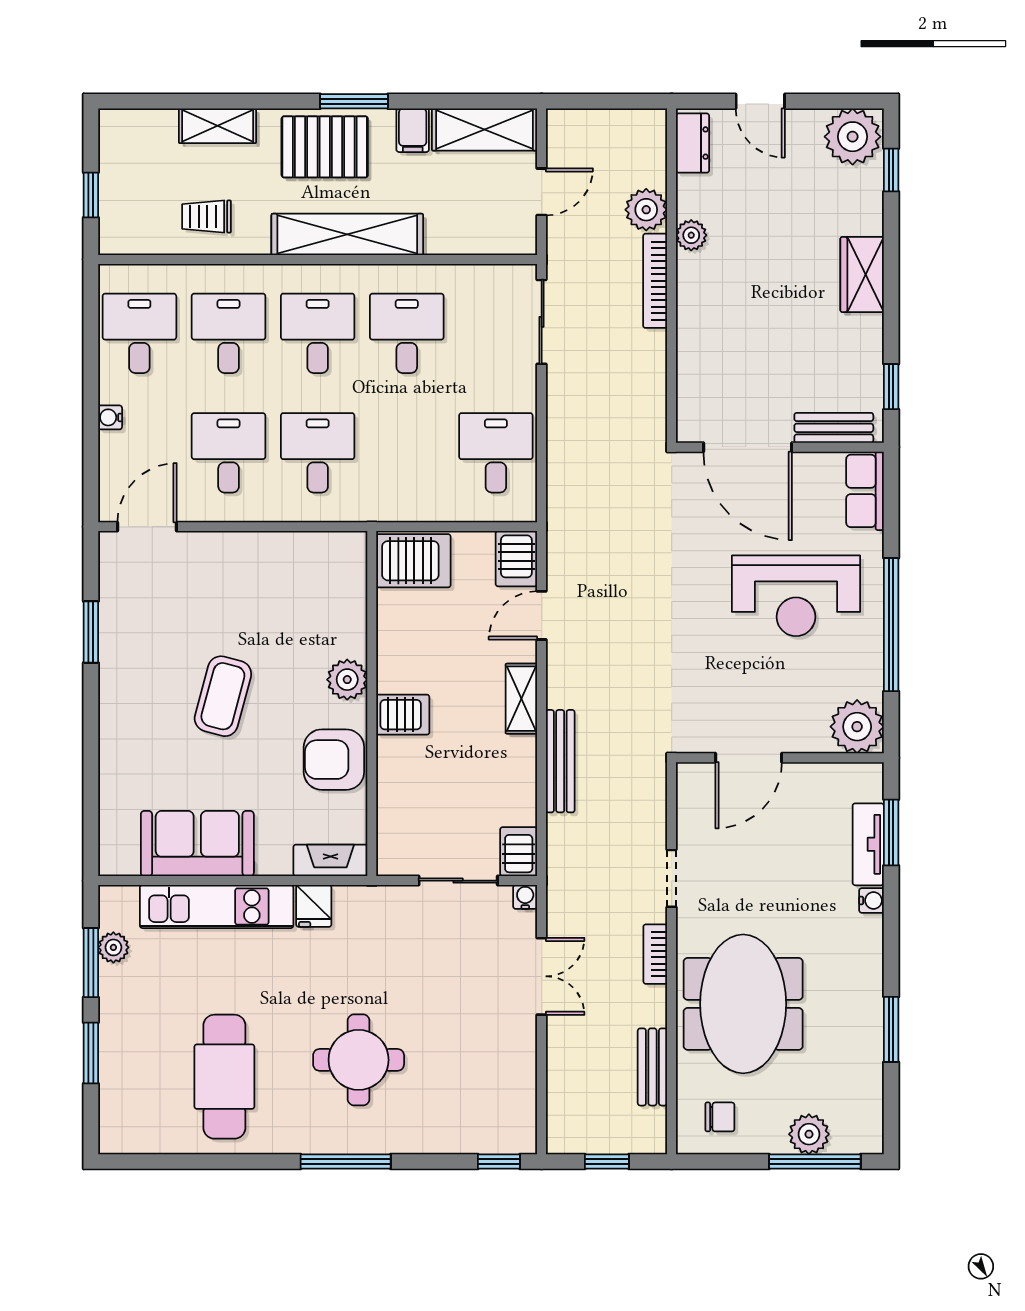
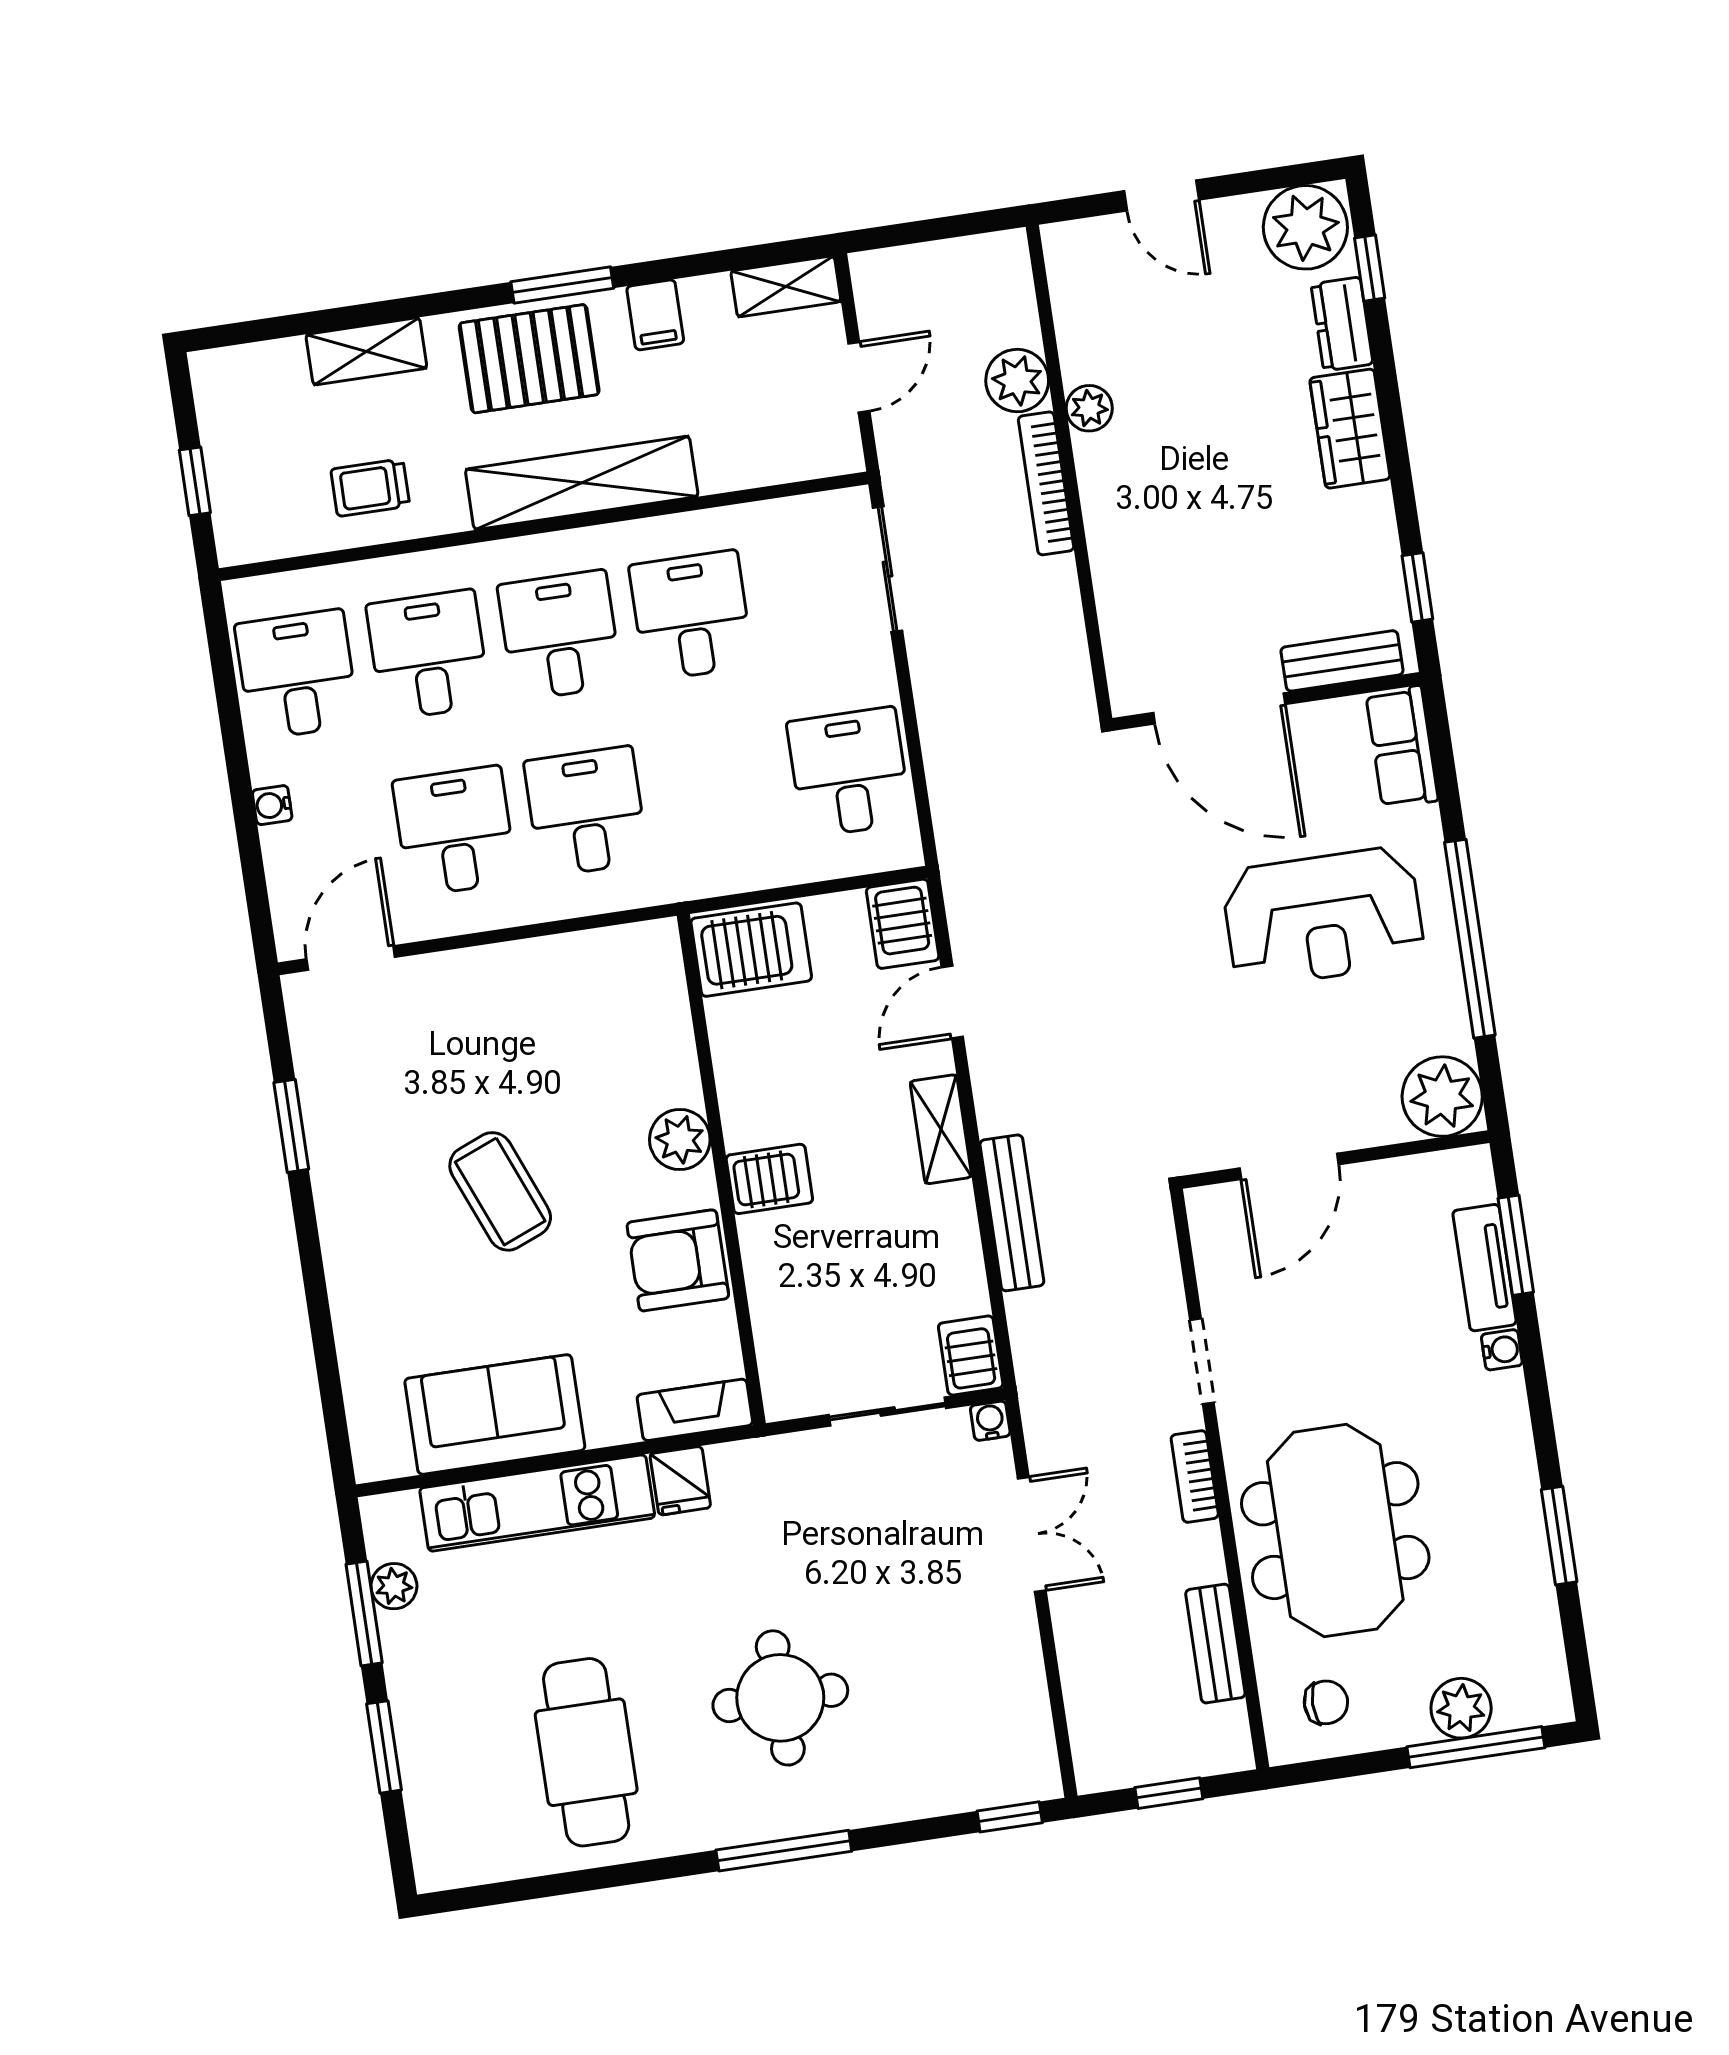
shelving: (485, 130) -> (786, 286), width x0.67, depth x0.75
dresser: (693, 143) -> (1342, 324), moved, turned 180
coffee table: (223, 696) -> (500, 1191), turned -37

